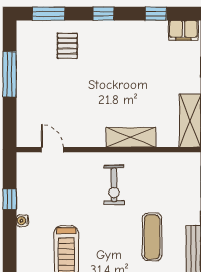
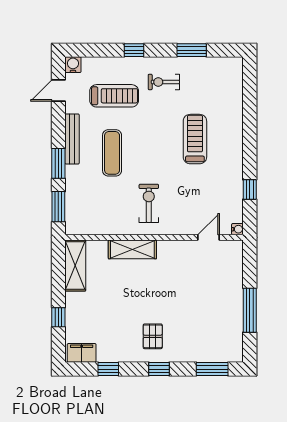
pallet: (67, 46) -> (153, 336), moved
door: (52, 150) -> (209, 237), swing flipped
water cooler: (22, 221) -> (237, 229), moved

